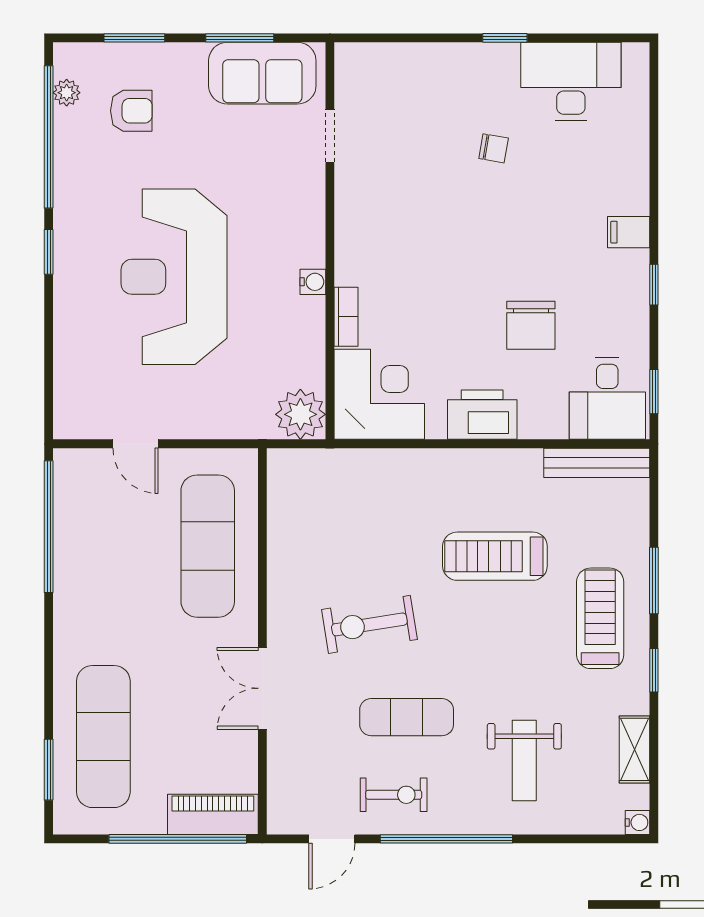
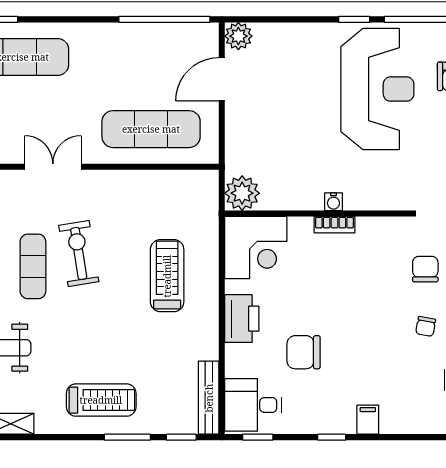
chair: (411, 149) -> (425, 269), added
reception desk: (174, 277) -> (377, 89), moved, turned 90
bookcase: (346, 317) -> (335, 225), moved
plant: (73, 419) -> (238, 36), added
door: (135, 444) -> (222, 79), width x1.38
treadmill: (495, 556) -> (167, 276), moved
exercise bike: (369, 624) -> (79, 253), moved
window: (654, 670) -> (181, 437), moved

